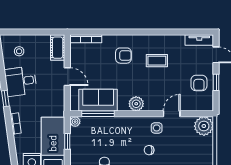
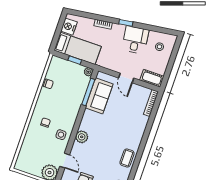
armchair: (123, 56) -> (127, 128), removed
coffee table: (157, 61) -> (127, 158), moved
door: (67, 77) -> (126, 78), hinge flipped
plant: (136, 104) -> (82, 137), moved
door: (172, 114) -> (65, 161), moved

